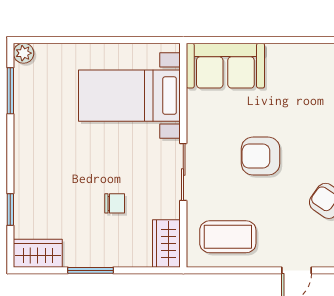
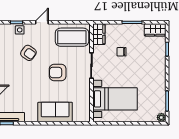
sofa: (225, 66) -> (55, 112), moved
armchair: (261, 156) -> (58, 72), turned 180
coffee table: (228, 237) -> (72, 37), width x1.36, depth x1.32

